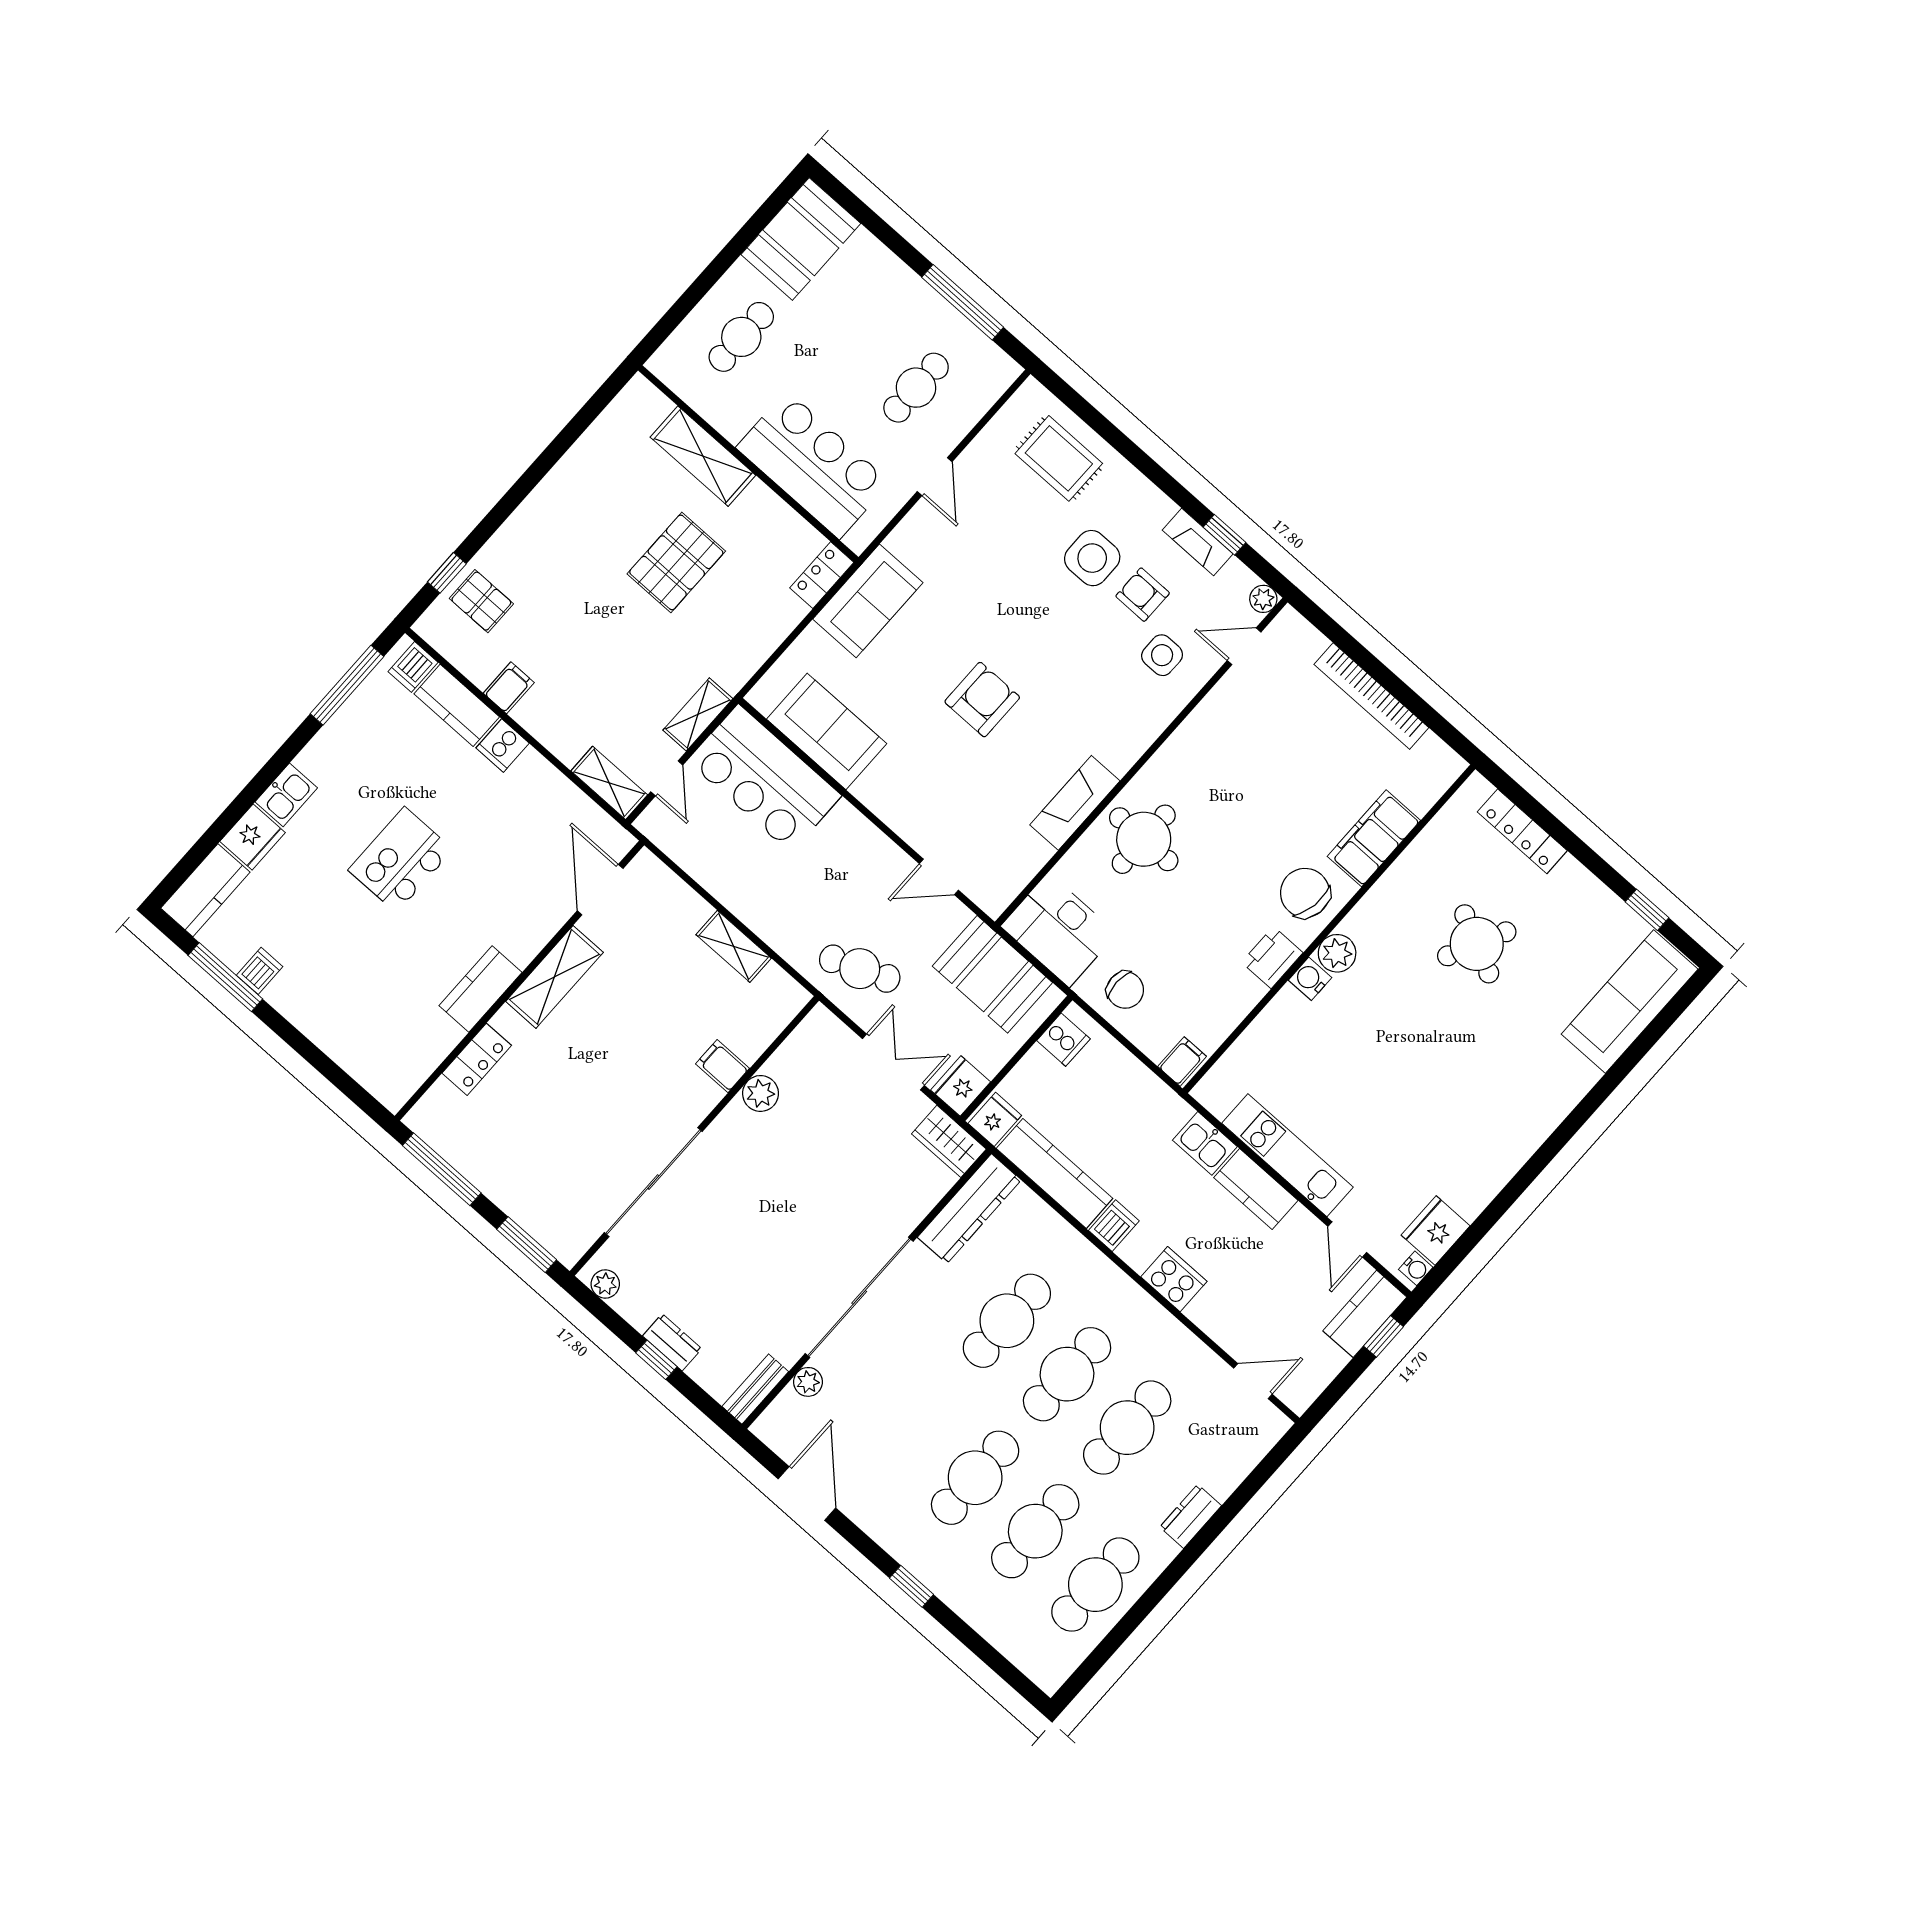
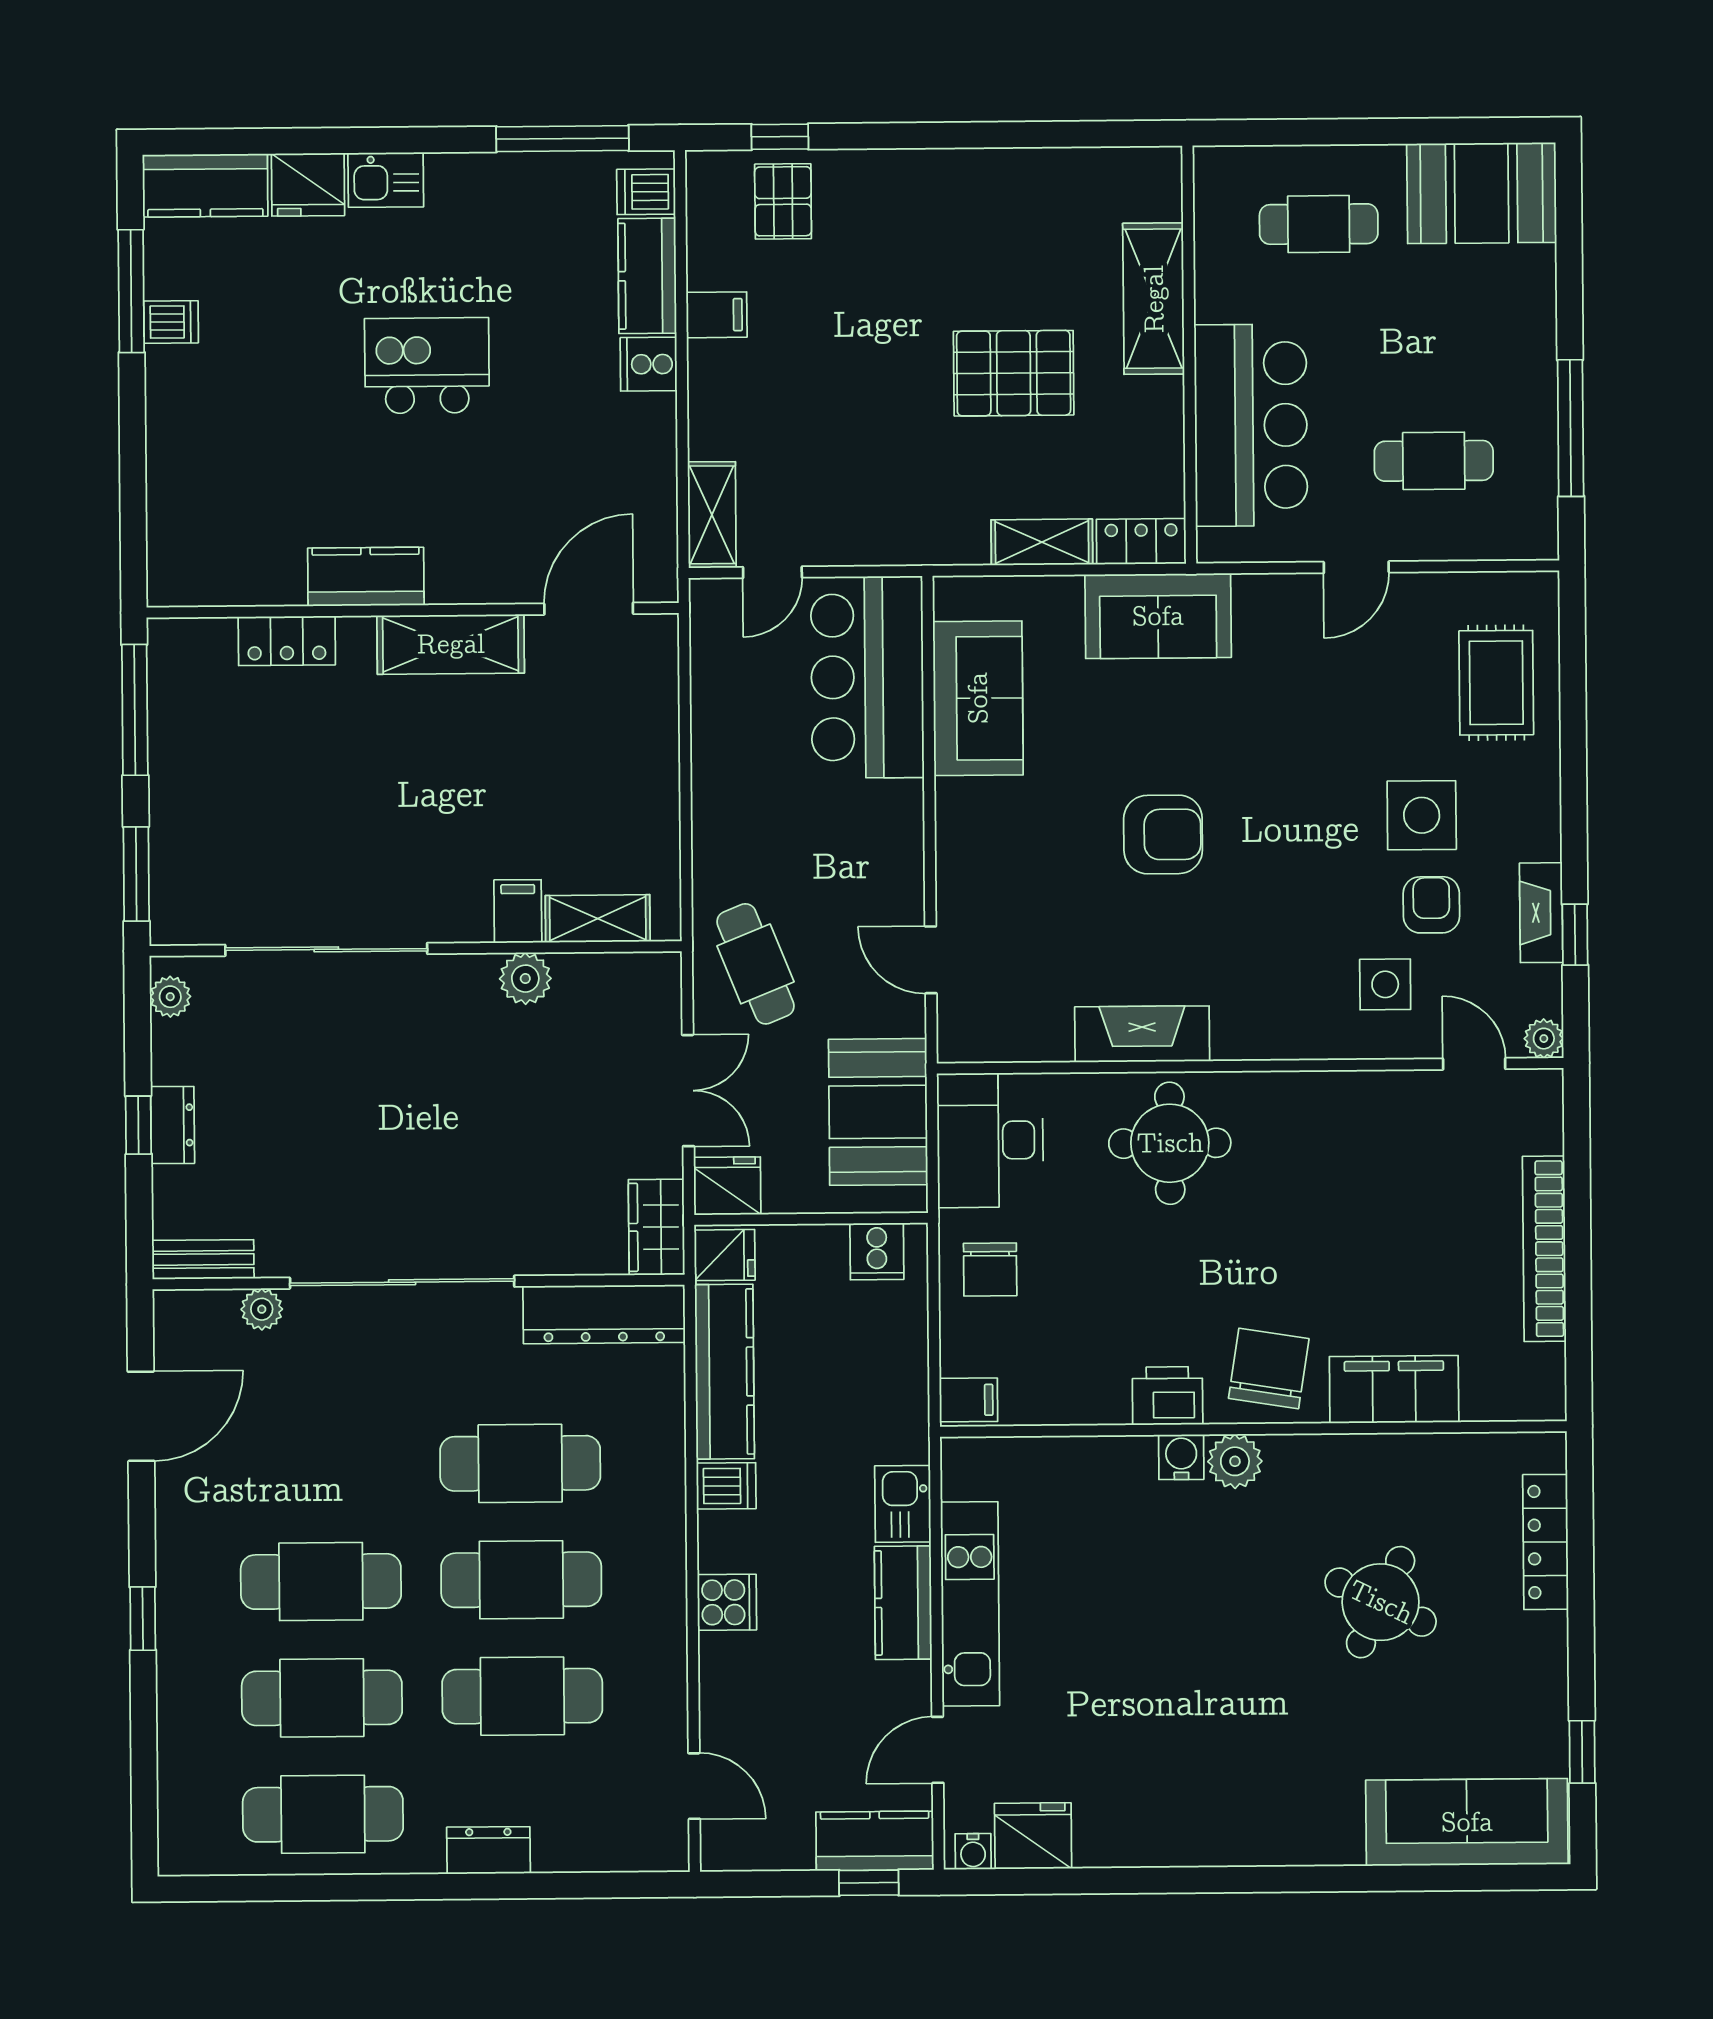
shelving: (698, 714) -> (1042, 542), moved
shelving: (734, 946) -> (598, 919), moved, turned 90
cooker: (1174, 1279) -> (727, 1602), width x0.73

